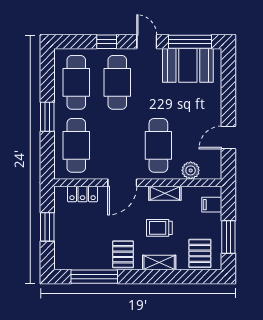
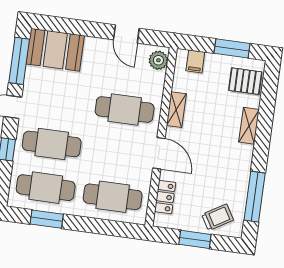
booth: (188, 65) -> (55, 50), moved, turned 90
window: (47, 117) -> (47, 219), moved
plant: (191, 170) -> (158, 60), moved
trolley: (159, 228) -> (218, 217), moved, turned -121
pallet: (123, 254) -> (235, 163), removed

